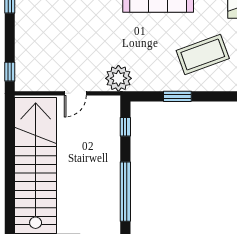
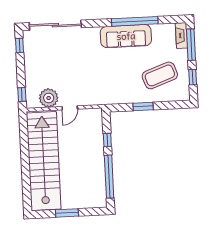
plant: (118, 78) -> (49, 98), moved
window: (125, 127) -> (107, 140), moved

